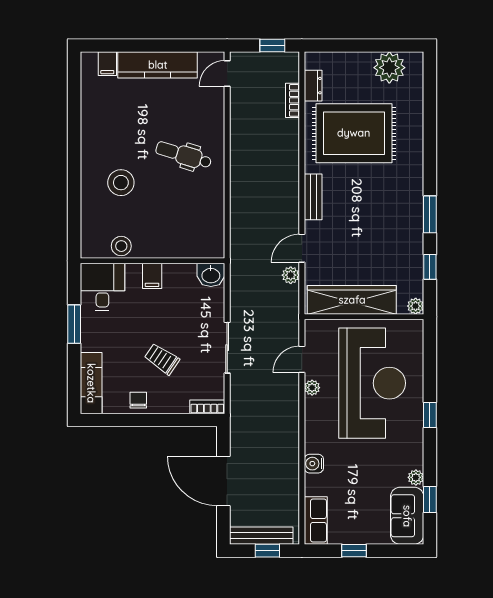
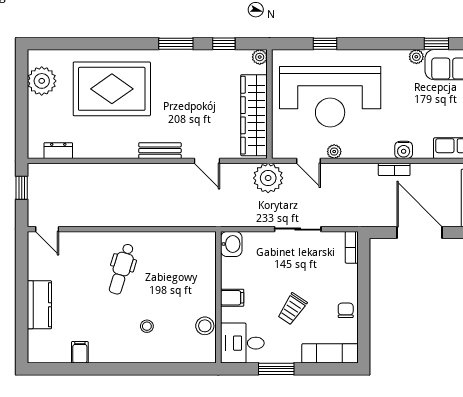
filing cabinet: (107, 64) -> (80, 352), moved, turned -90
kitchen counter: (158, 65) -> (39, 305), width x0.67
bookcase: (292, 100) -> (394, 169), moved
rug: (354, 133) -> (112, 89), moved, turned 90
stool: (121, 183) -> (147, 326), width x0.53, depth x0.53
plant: (291, 275) -> (268, 178), moved, width x1.87, depth x1.87
trolley: (162, 359) -> (292, 309), moved
reception desk: (372, 383) -> (330, 97), turned 180
chair: (138, 400) -> (346, 310), turned 90
window: (430, 415) -> (325, 44), moved
door: (223, 481) -> (419, 233), swing flipped

